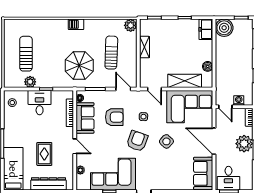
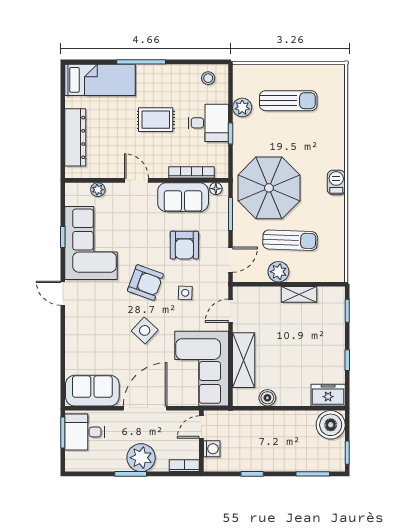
plant: (131, 25) -> (278, 272), moved
parasol: (79, 65) -> (269, 188), width x1.36, depth x1.36
door: (75, 146) -> (137, 180), swing flipped
rug: (44, 154) -> (156, 120), moved

